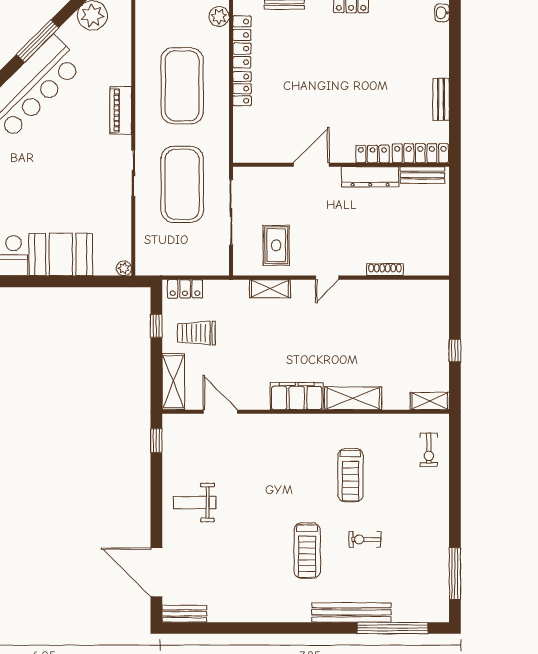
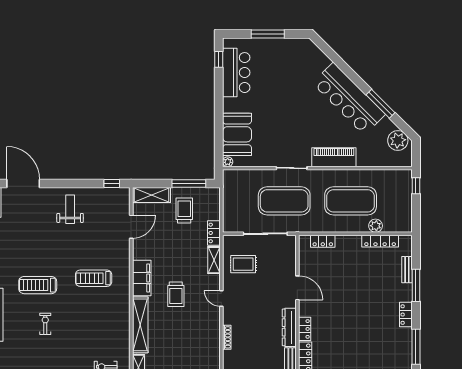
plant: (219, 16) -> (376, 226), moved
locker: (242, 89) -> (323, 241), moved
piano: (121, 110) -> (334, 157), width x1.37, depth x1.33
booth: (61, 254) -> (237, 134), moved
locker: (185, 289) -> (214, 233), moved
window: (156, 326) -> (189, 184), width x2.17
trolley: (321, 345) -> (176, 294), added
shelving: (353, 398) -> (140, 325), width x1.47
treadmill: (350, 475) -> (94, 278), moved
door: (156, 572) -> (23, 184), hinge flipped

